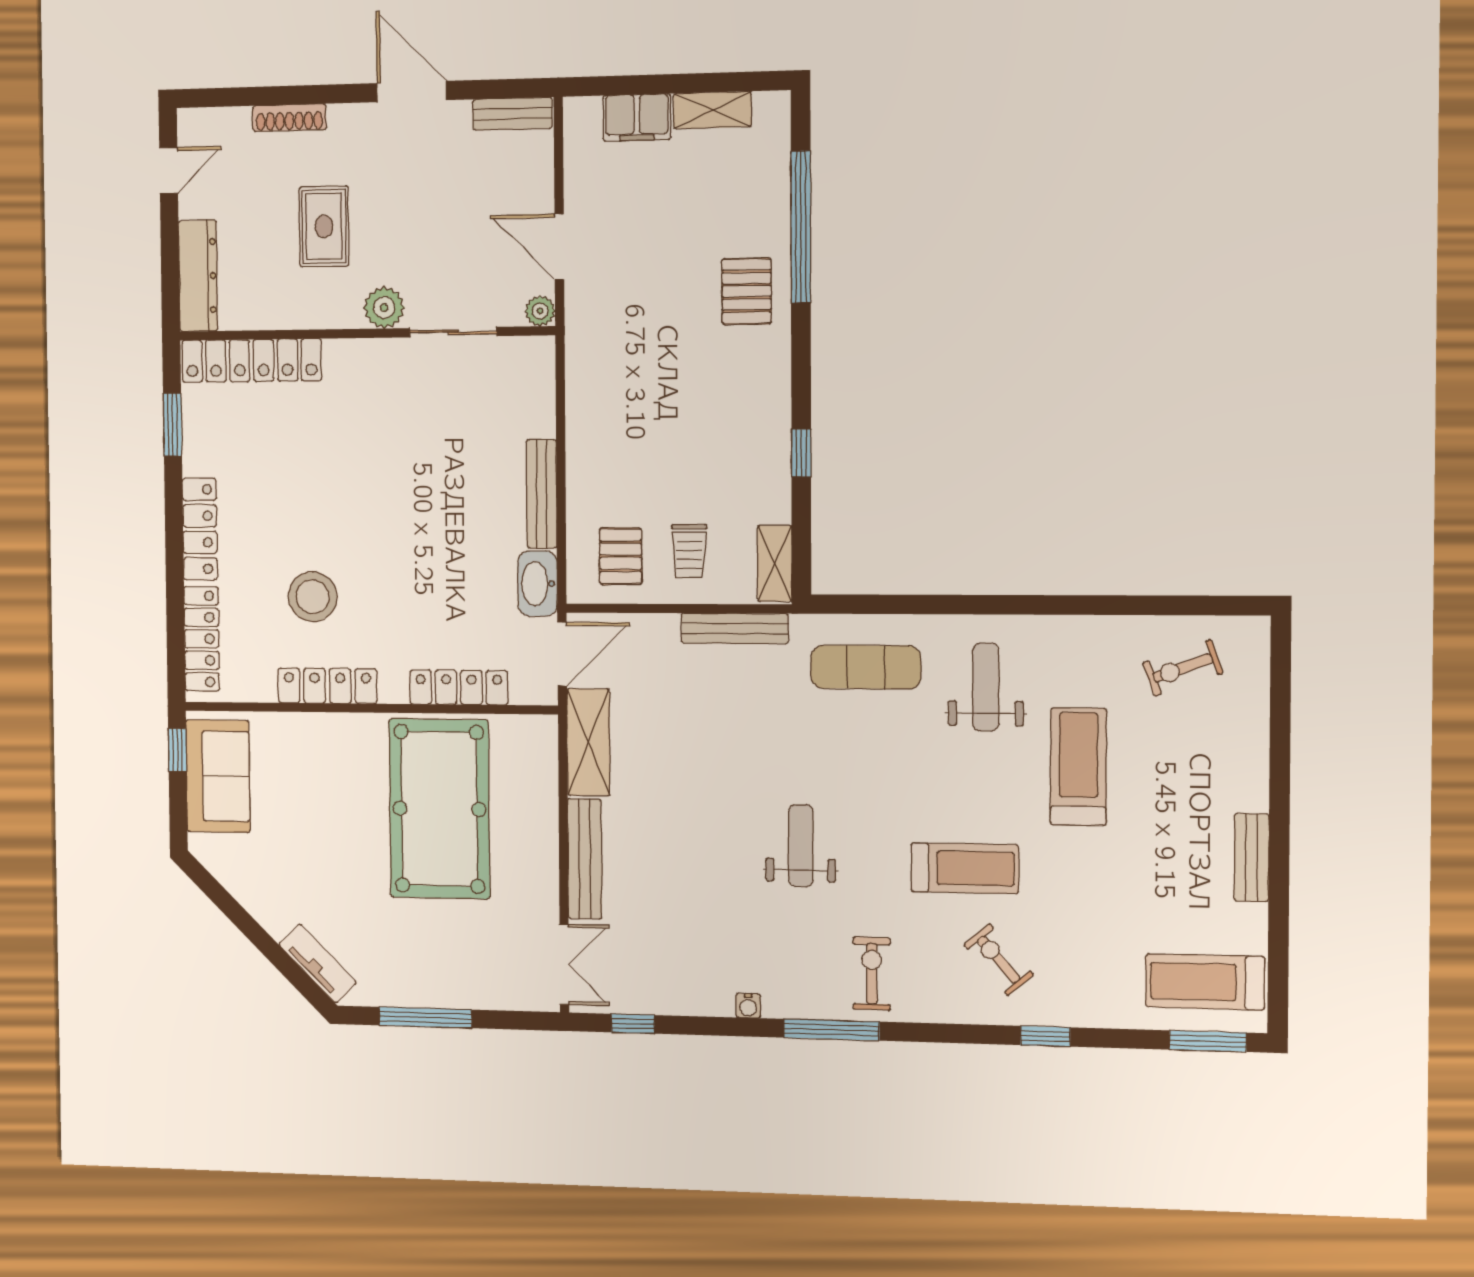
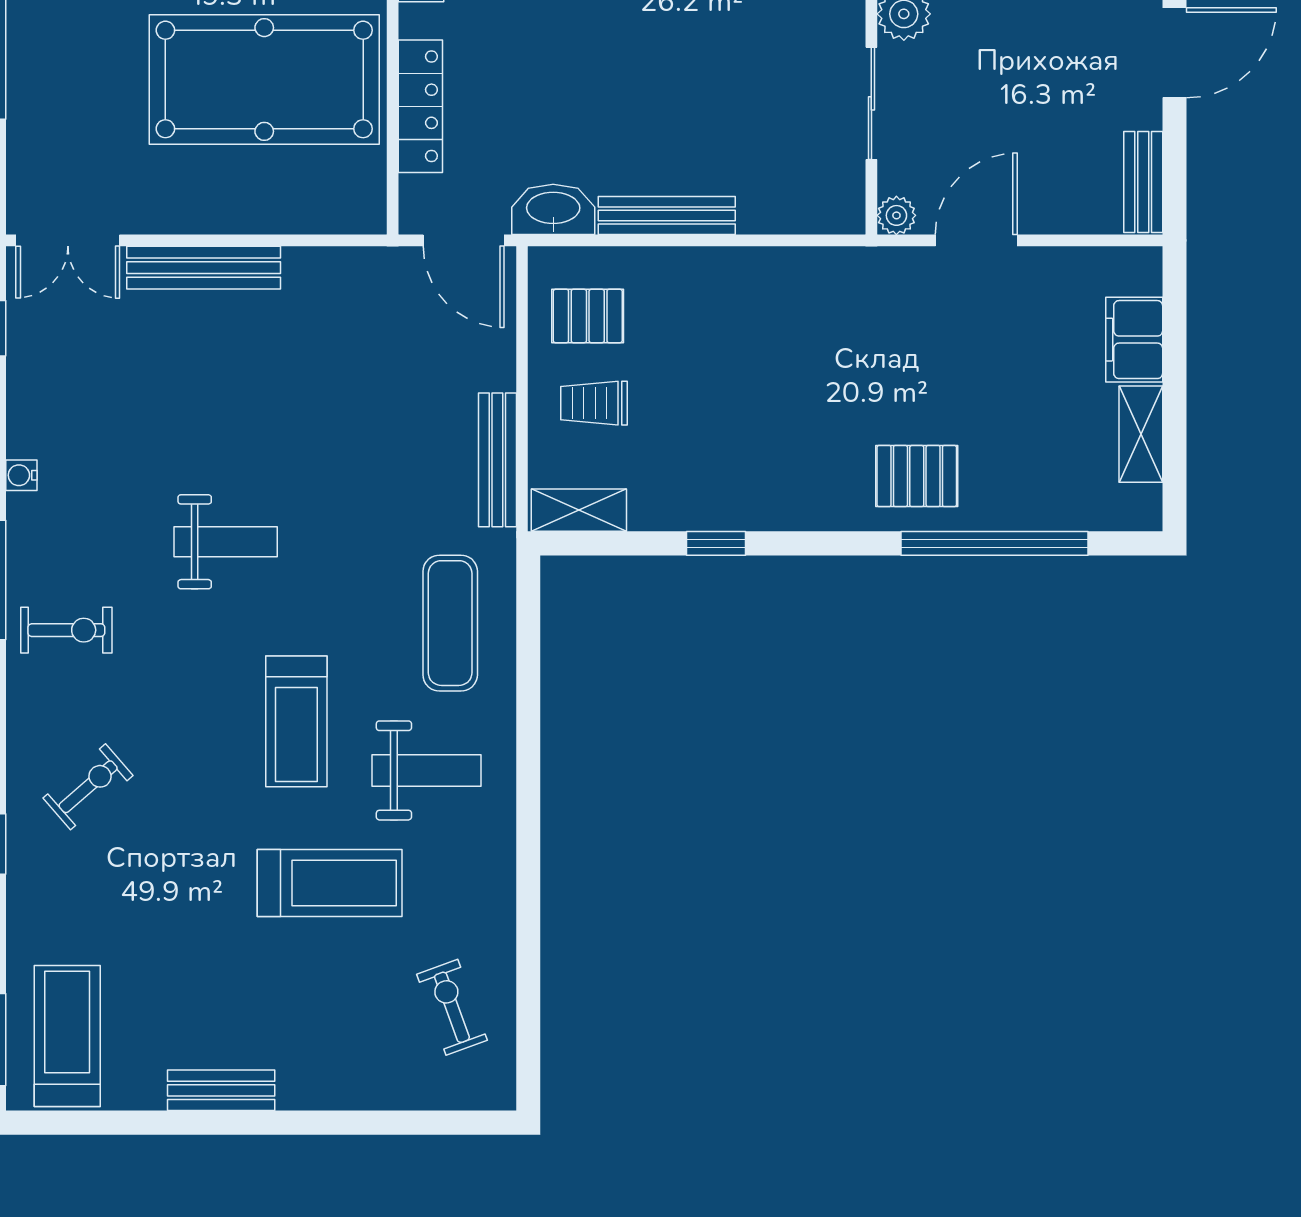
shelving: (588, 742) -> (352, 273), removed
treadmill: (965, 868) -> (296, 721), moved

